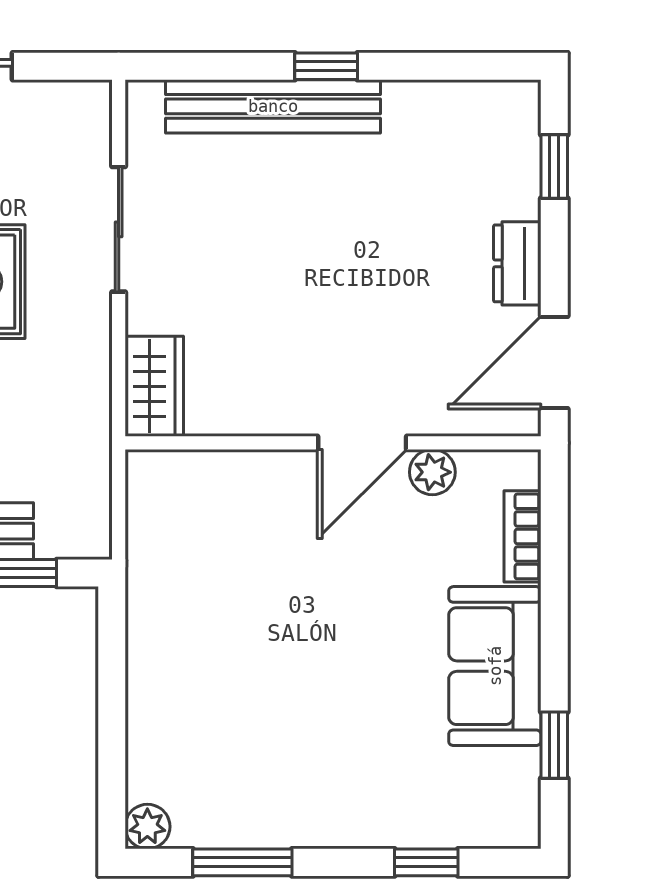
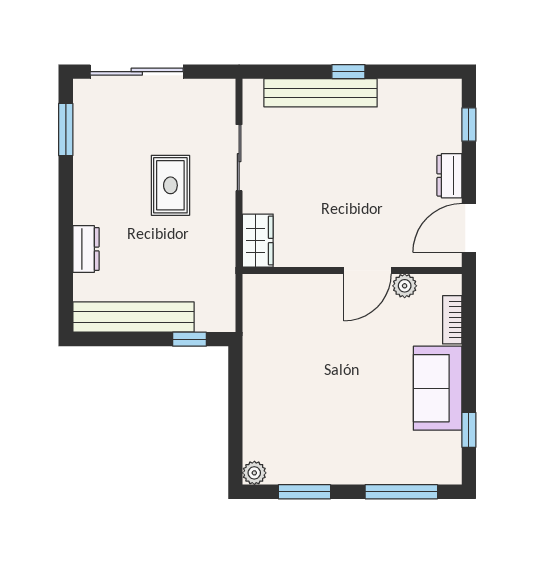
window: (426, 862) -> (401, 492), width x2.17

